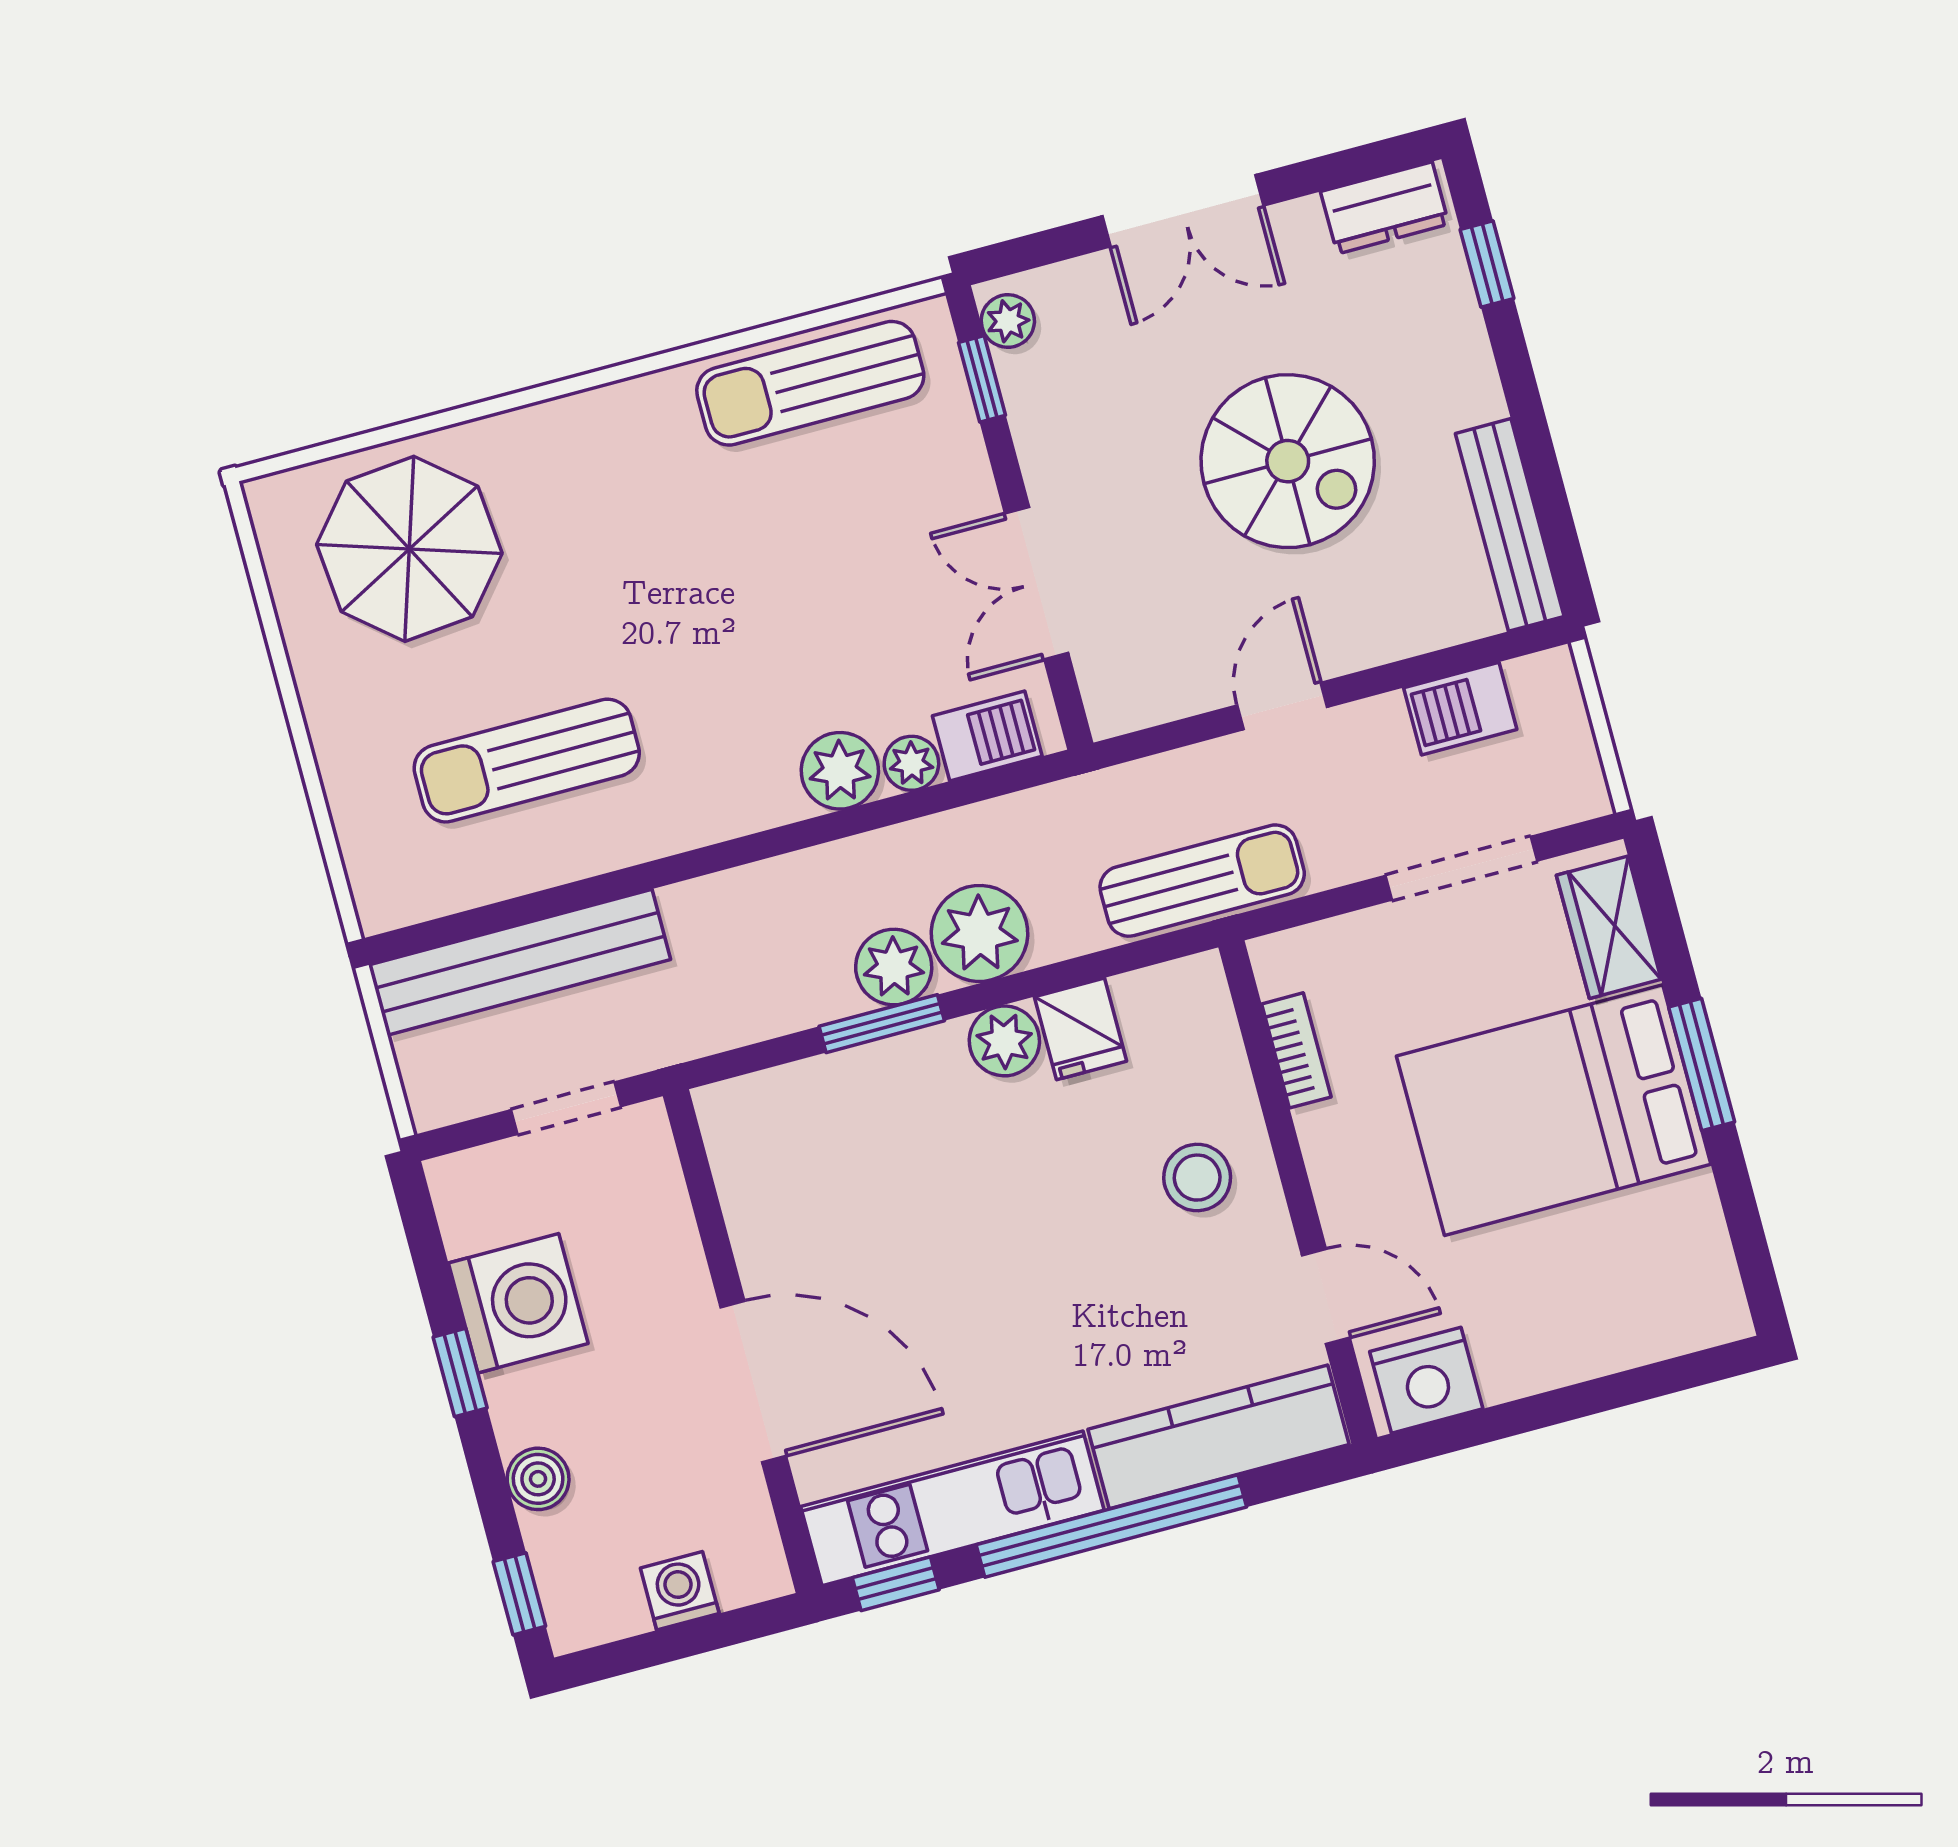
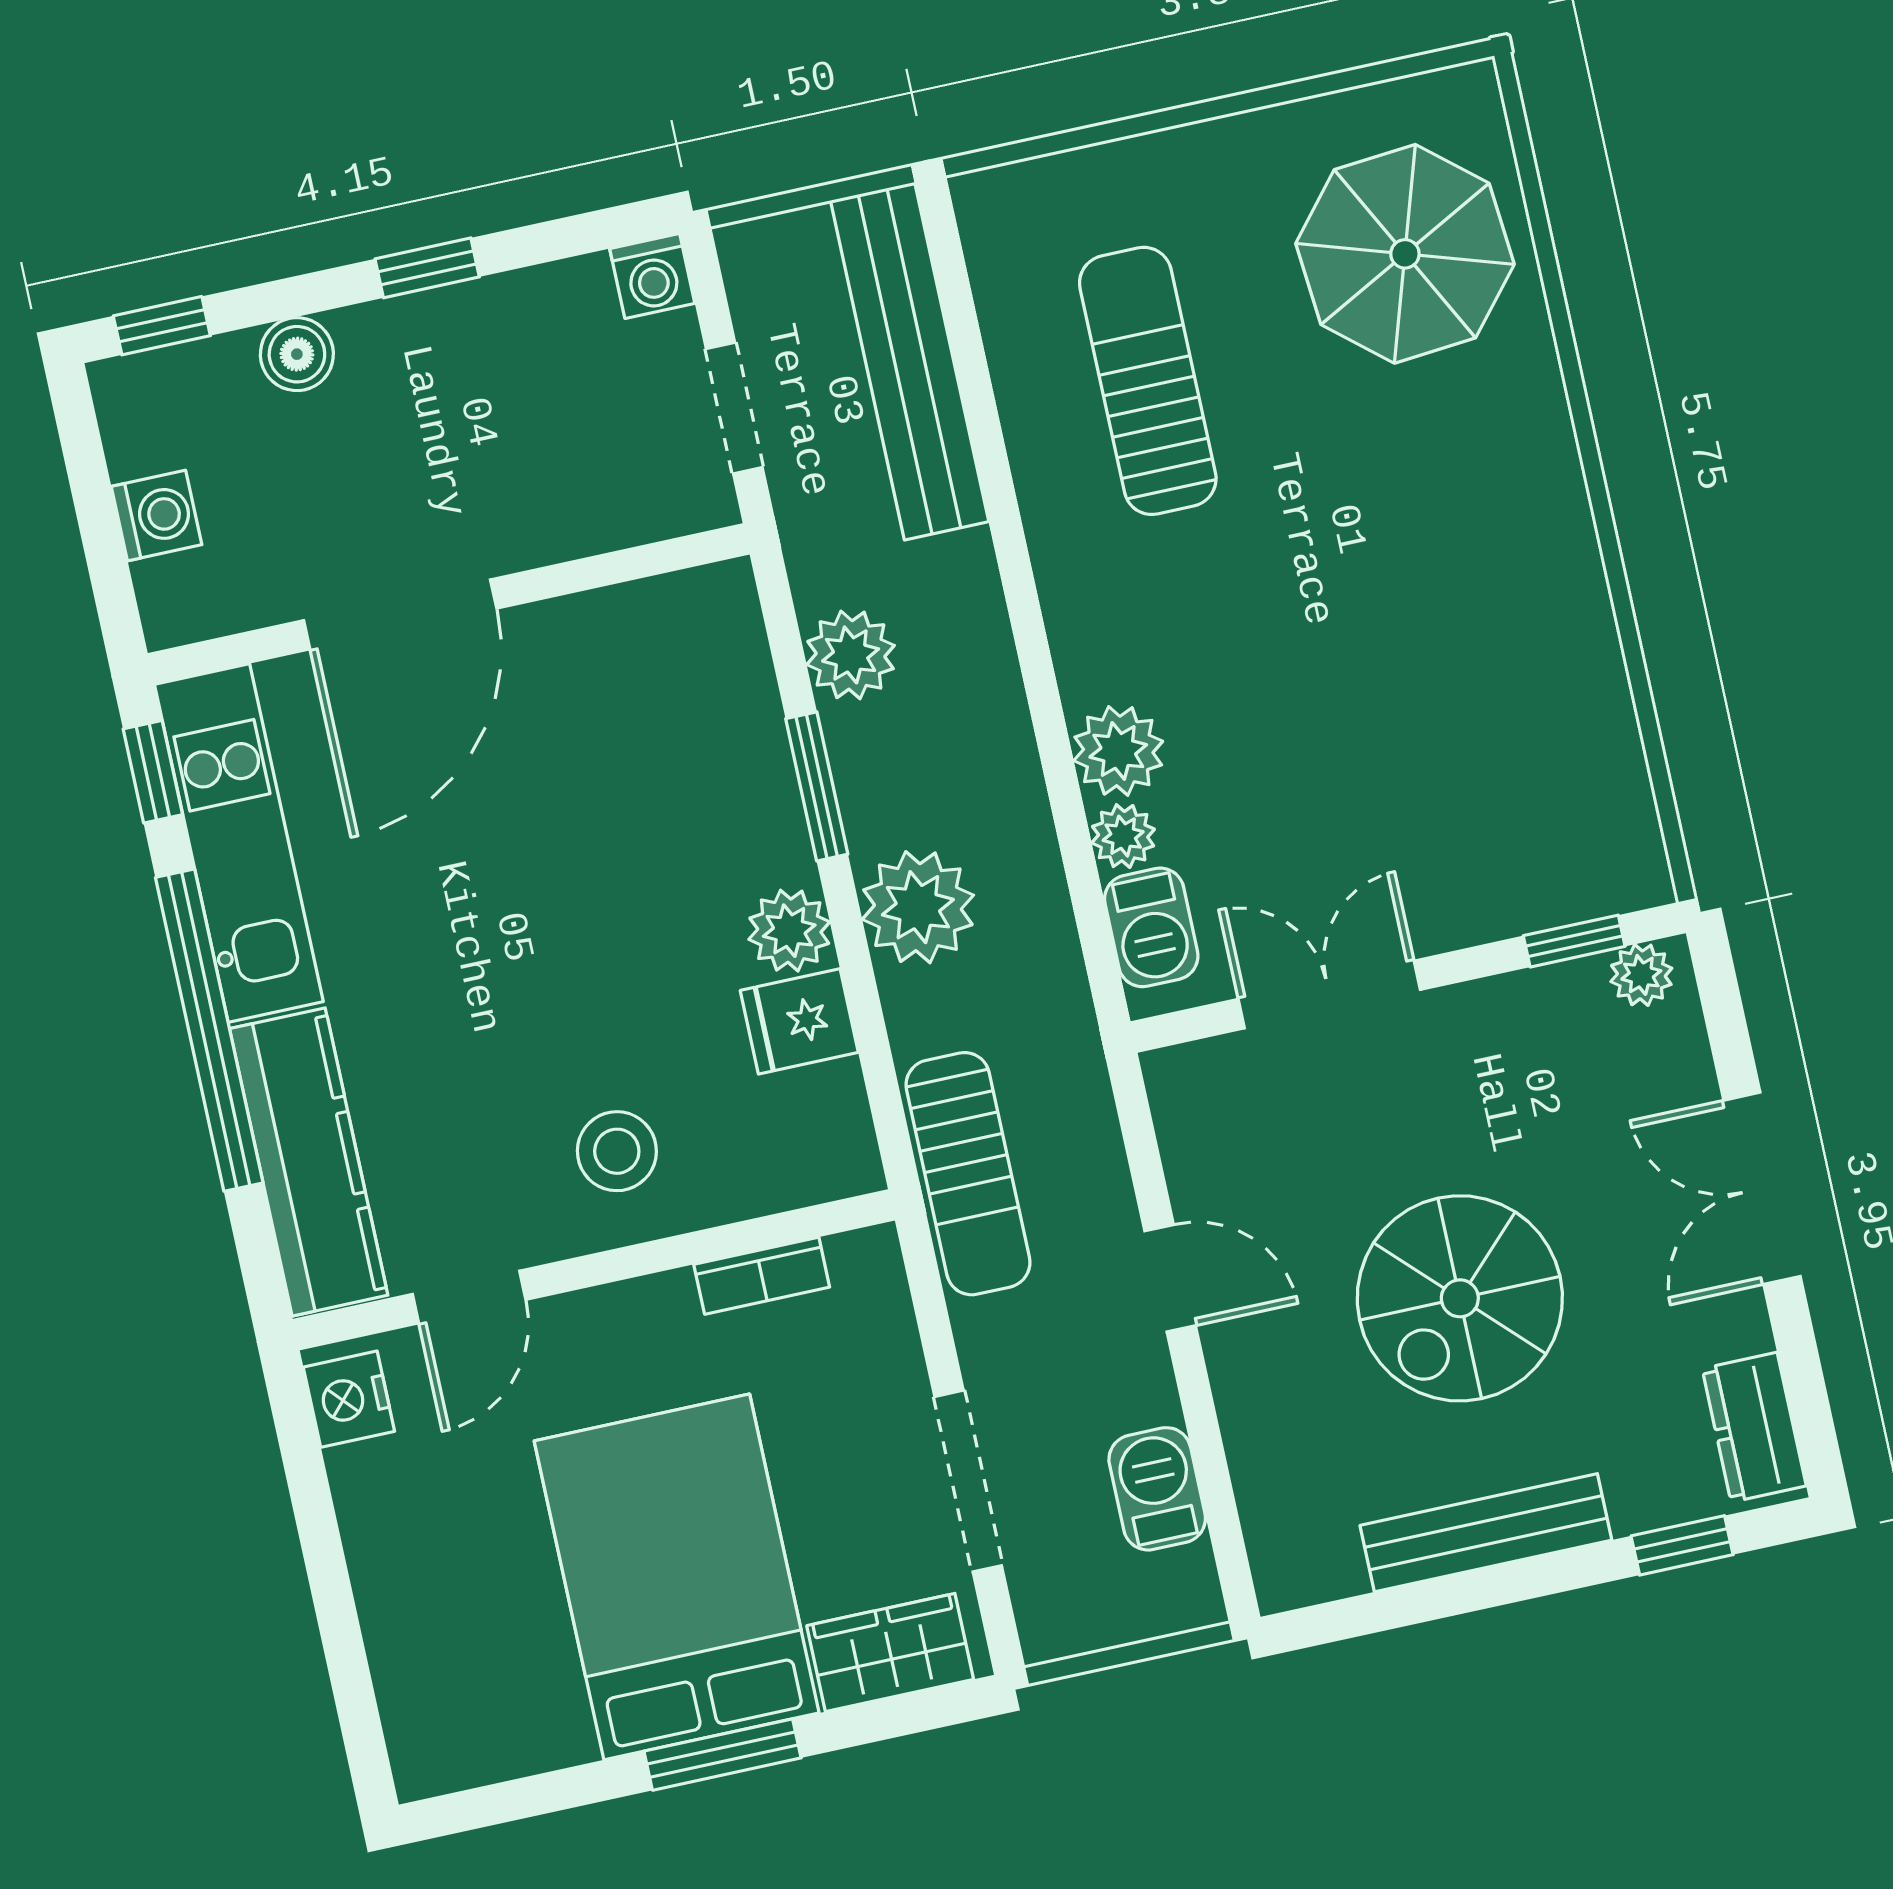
sun lounger: (810, 383) -> (1579, 738), removed
bench: (1510, 525) -> (1486, 1533), moved
plant: (894, 967) -> (851, 655), moved
washing machine: (518, 1303) -> (652, 276), moved, width x0.53, depth x0.53
nightstand: (1426, 1380) -> (349, 1399), width x0.74, depth x0.75

